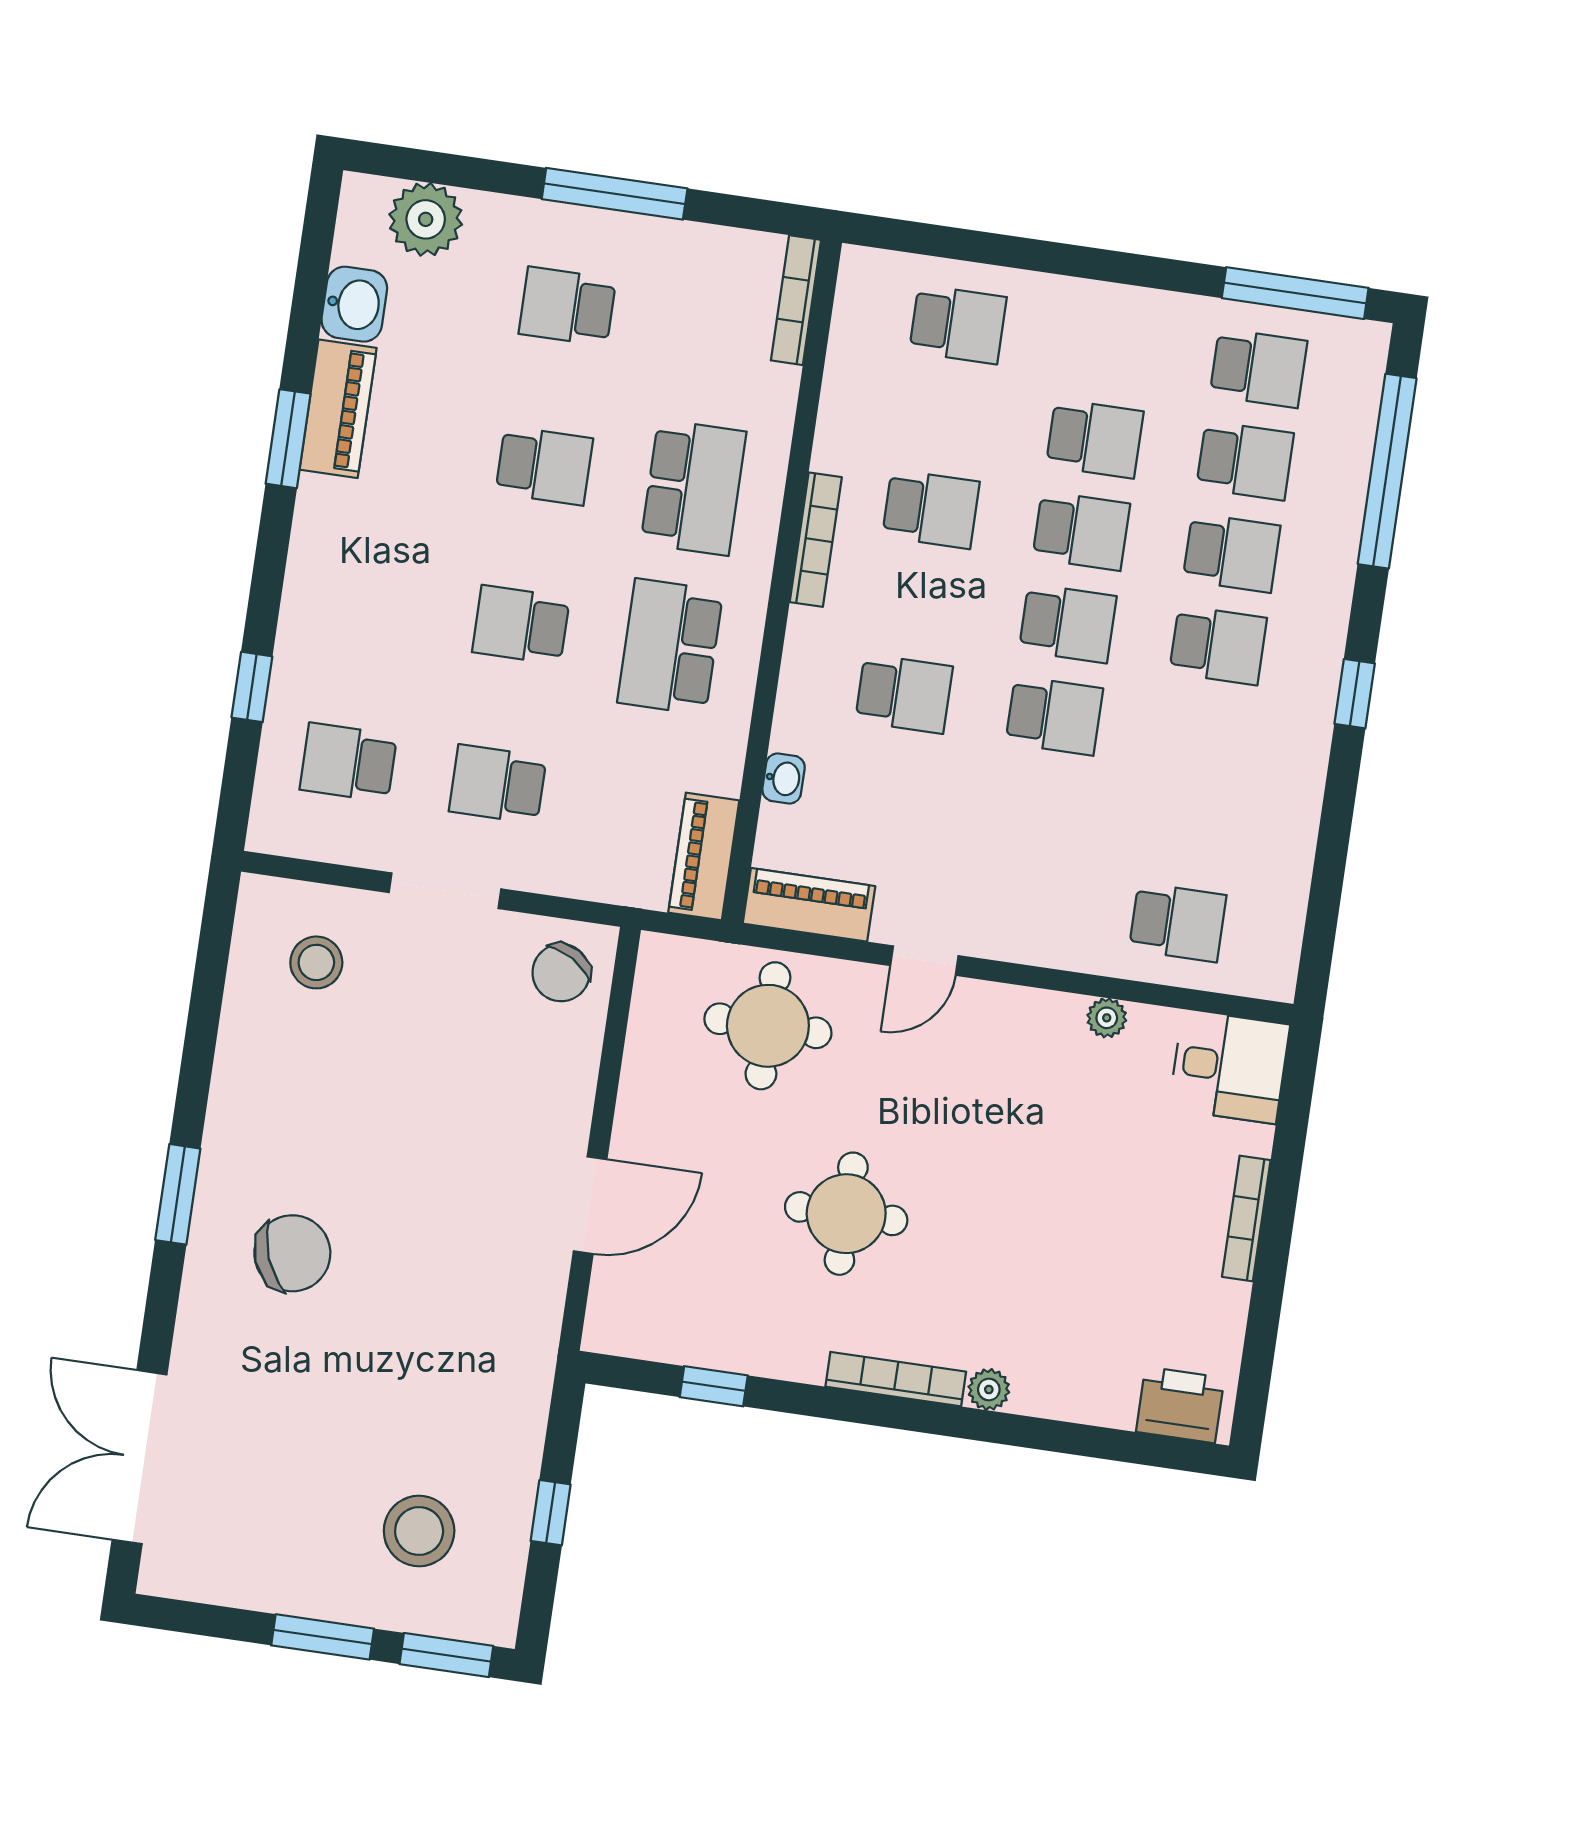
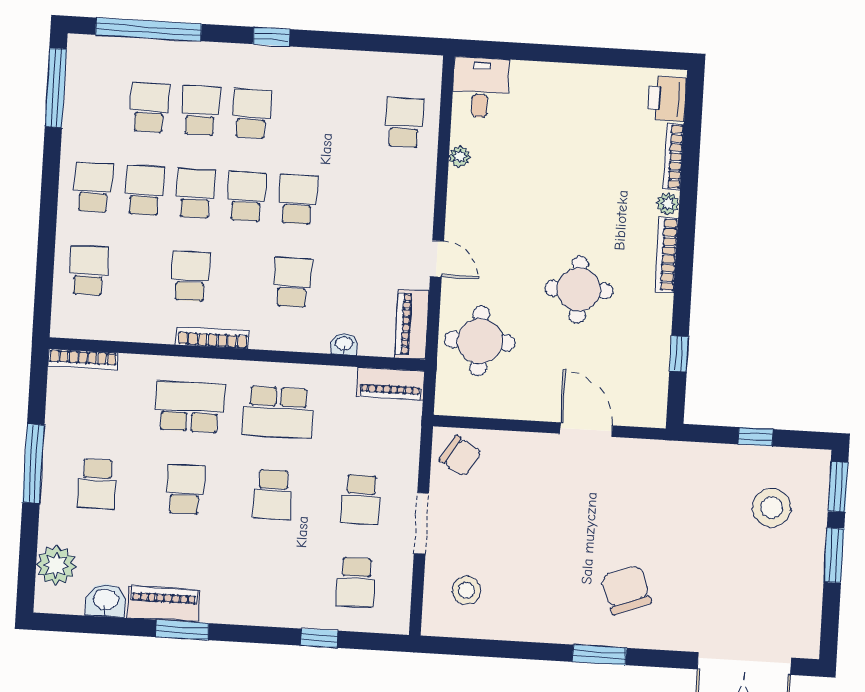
school desk: (1258, 368) -> (93, 187), moved
bookcase: (1246, 1218) -> (673, 157), moved, turned 90

